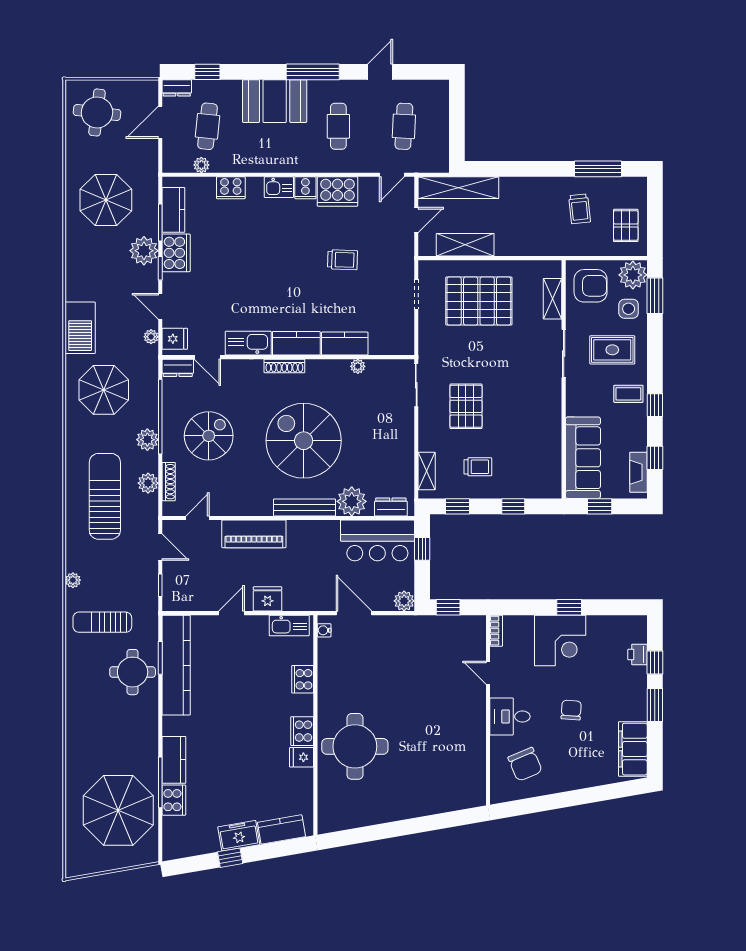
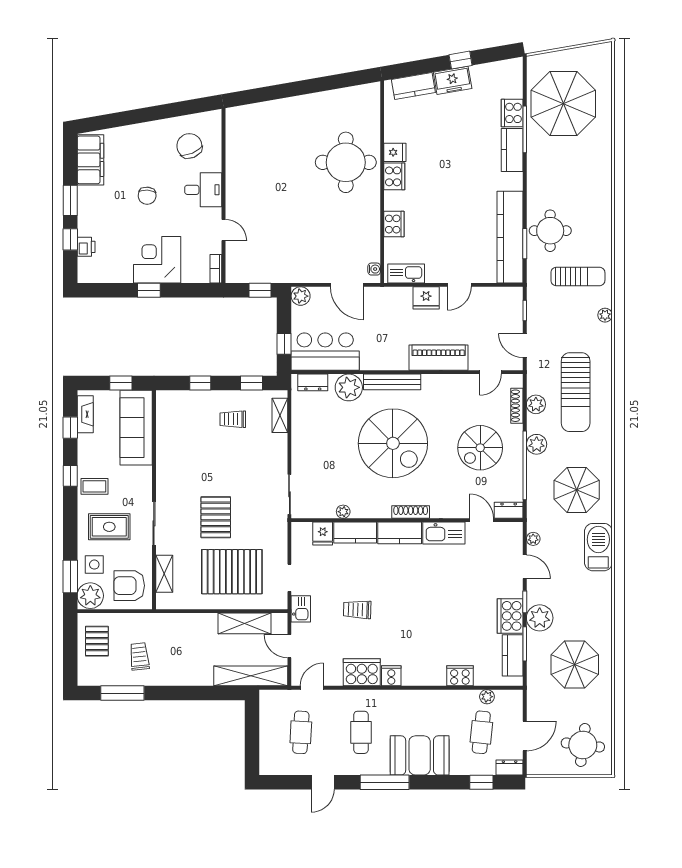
kitchen sink: (279, 187) -> (301, 609), moved, turned 90
door: (416, 220) -> (289, 646), hinge flipped
fridge: (175, 339) -> (323, 534), moved, turned -90
pallet: (466, 406) -> (216, 517), moved

